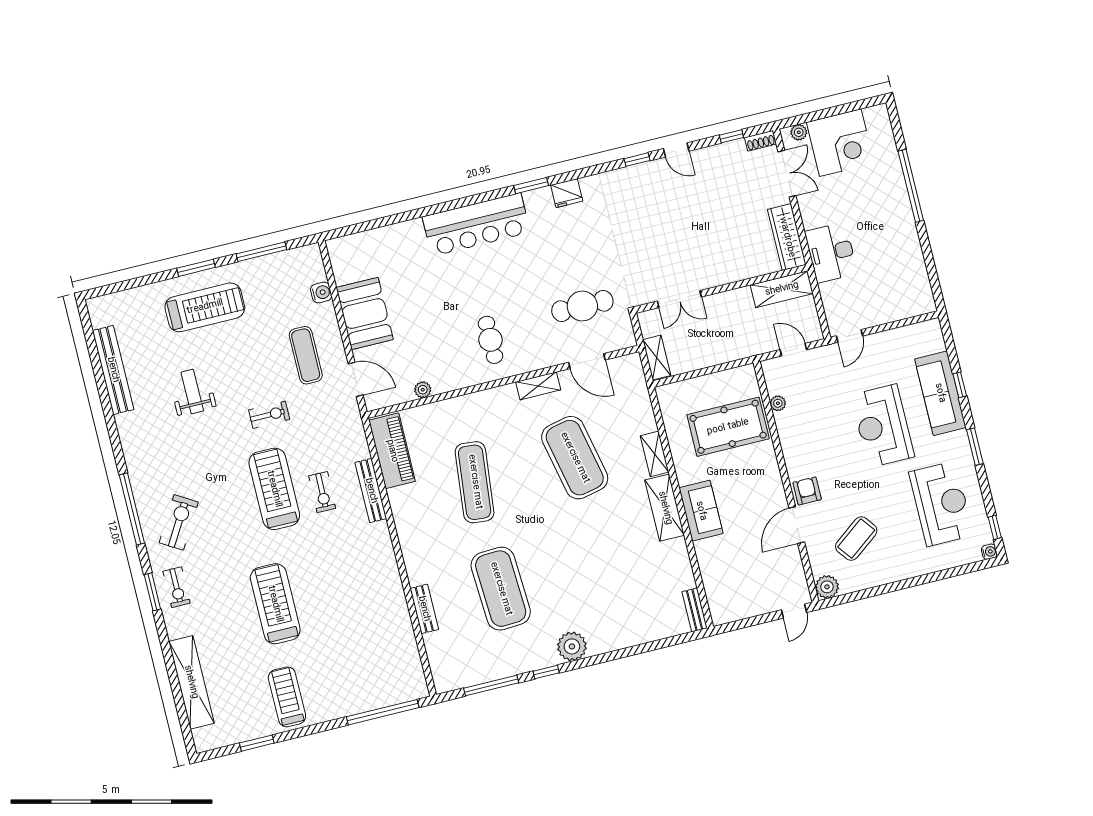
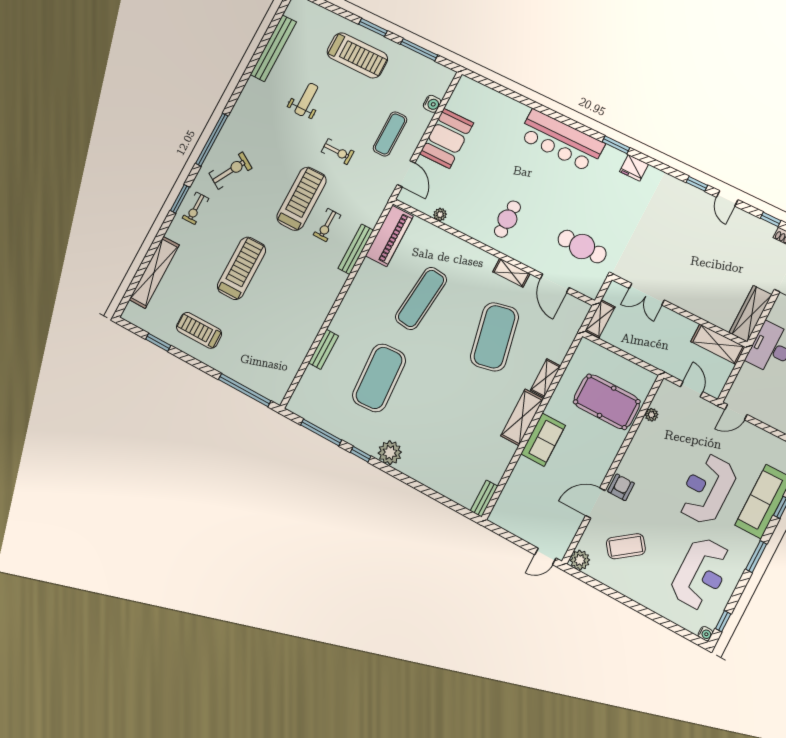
treadmill: (287, 697) -> (199, 330), turned -90

